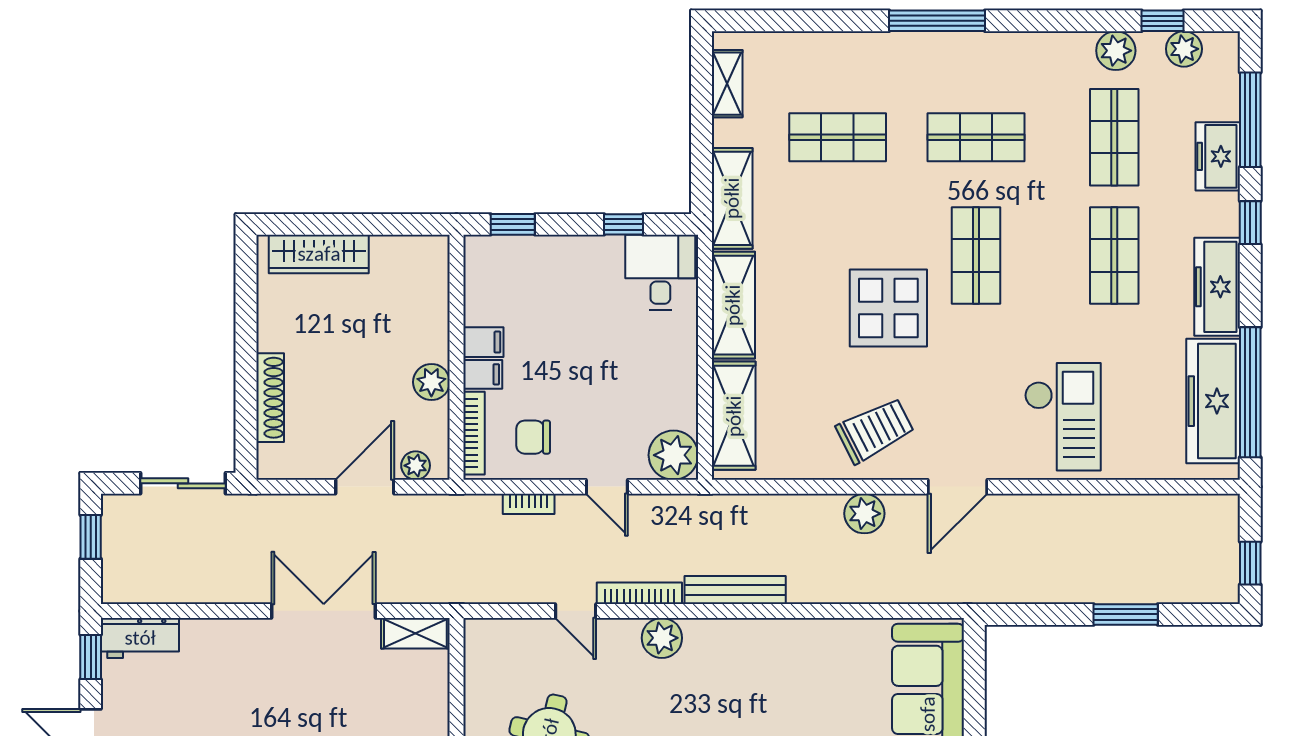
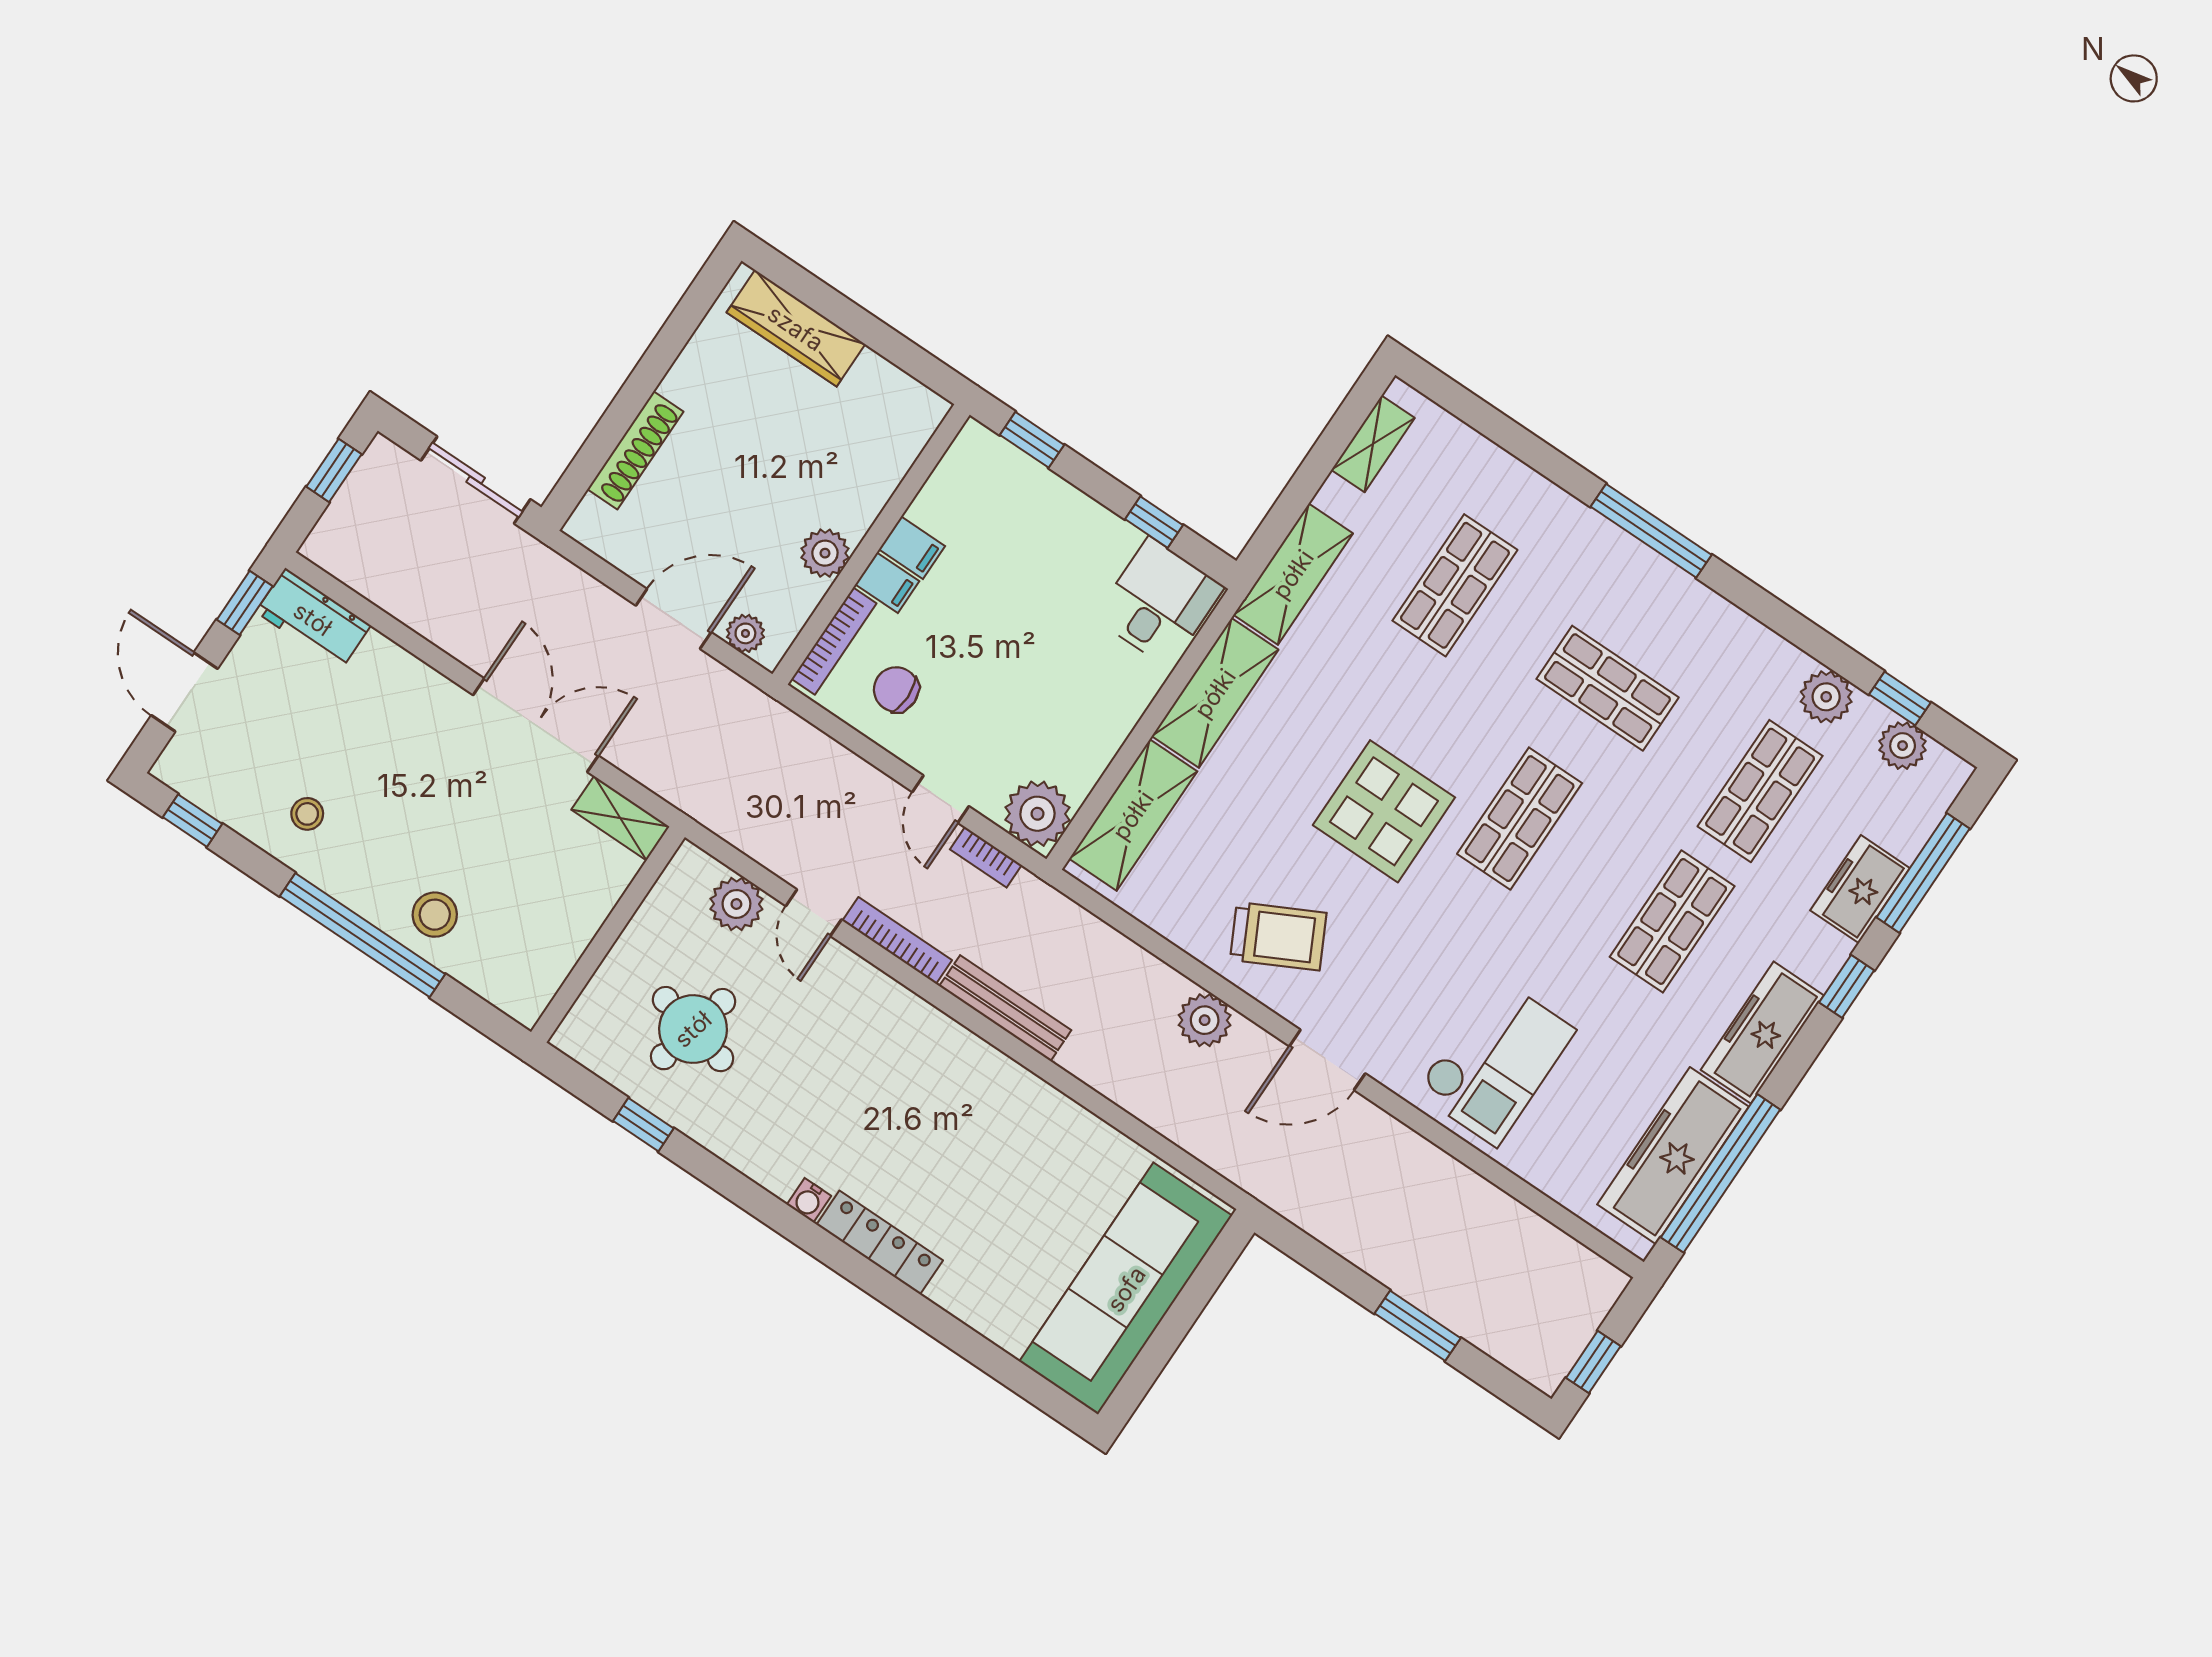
shop shelf: (838, 137) -> (1455, 585), turned 90
bookcase: (529, 504) -> (986, 857), moved
plant: (662, 638) -> (736, 904), moved

